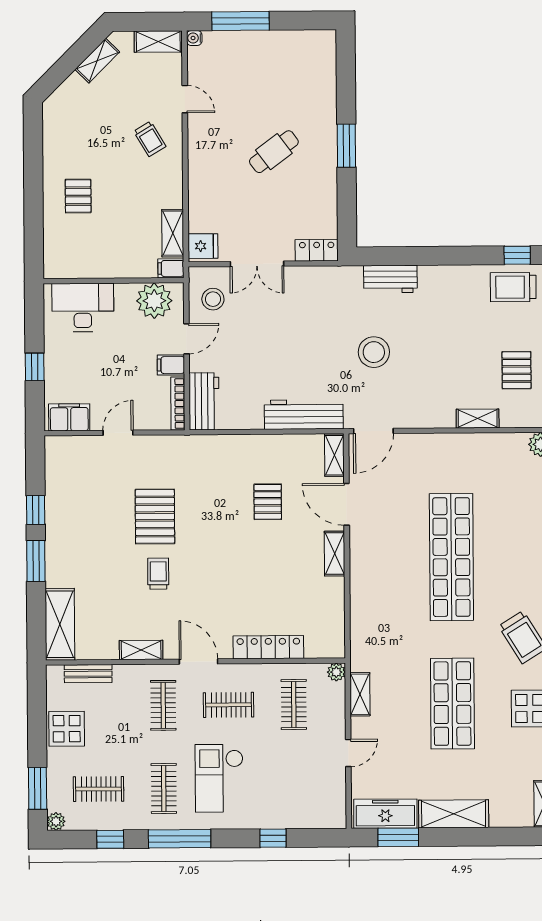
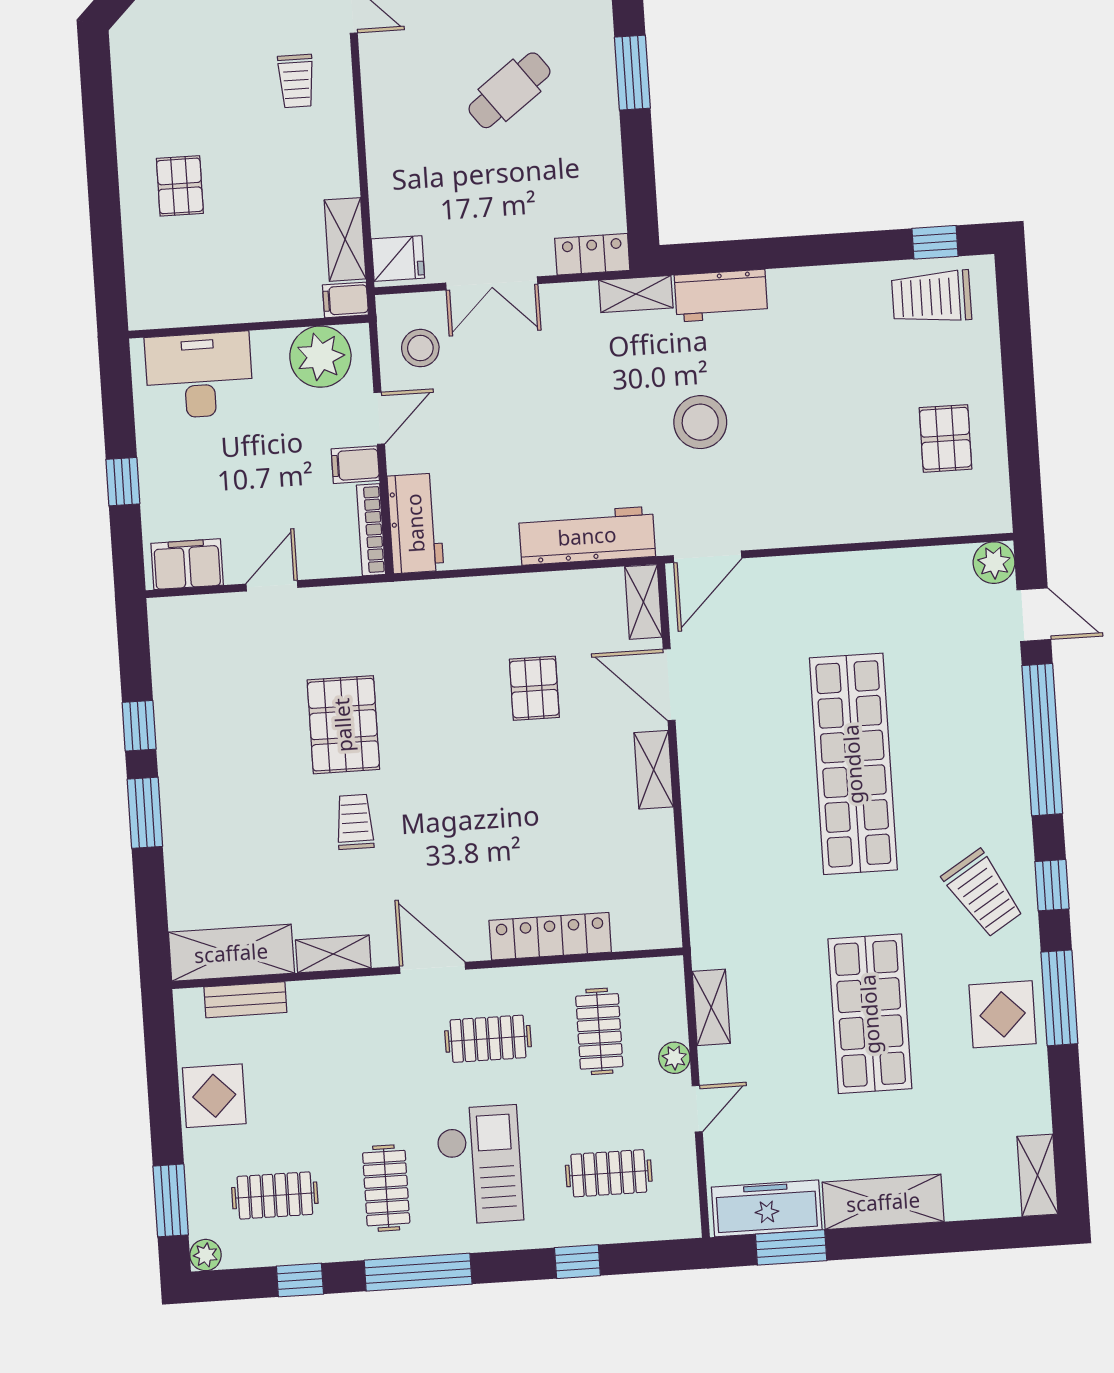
trolley: (150, 139) -> (296, 81), turned 31
shelving: (478, 419) -> (636, 294), moved
shelving: (60, 624) -> (231, 953), moved, turned 90
plant: (336, 672) -> (674, 1058), moved
clothes rail: (163, 705) -> (609, 1173), moved, turned 90
checkout: (219, 778) -> (479, 1165), turned 180

